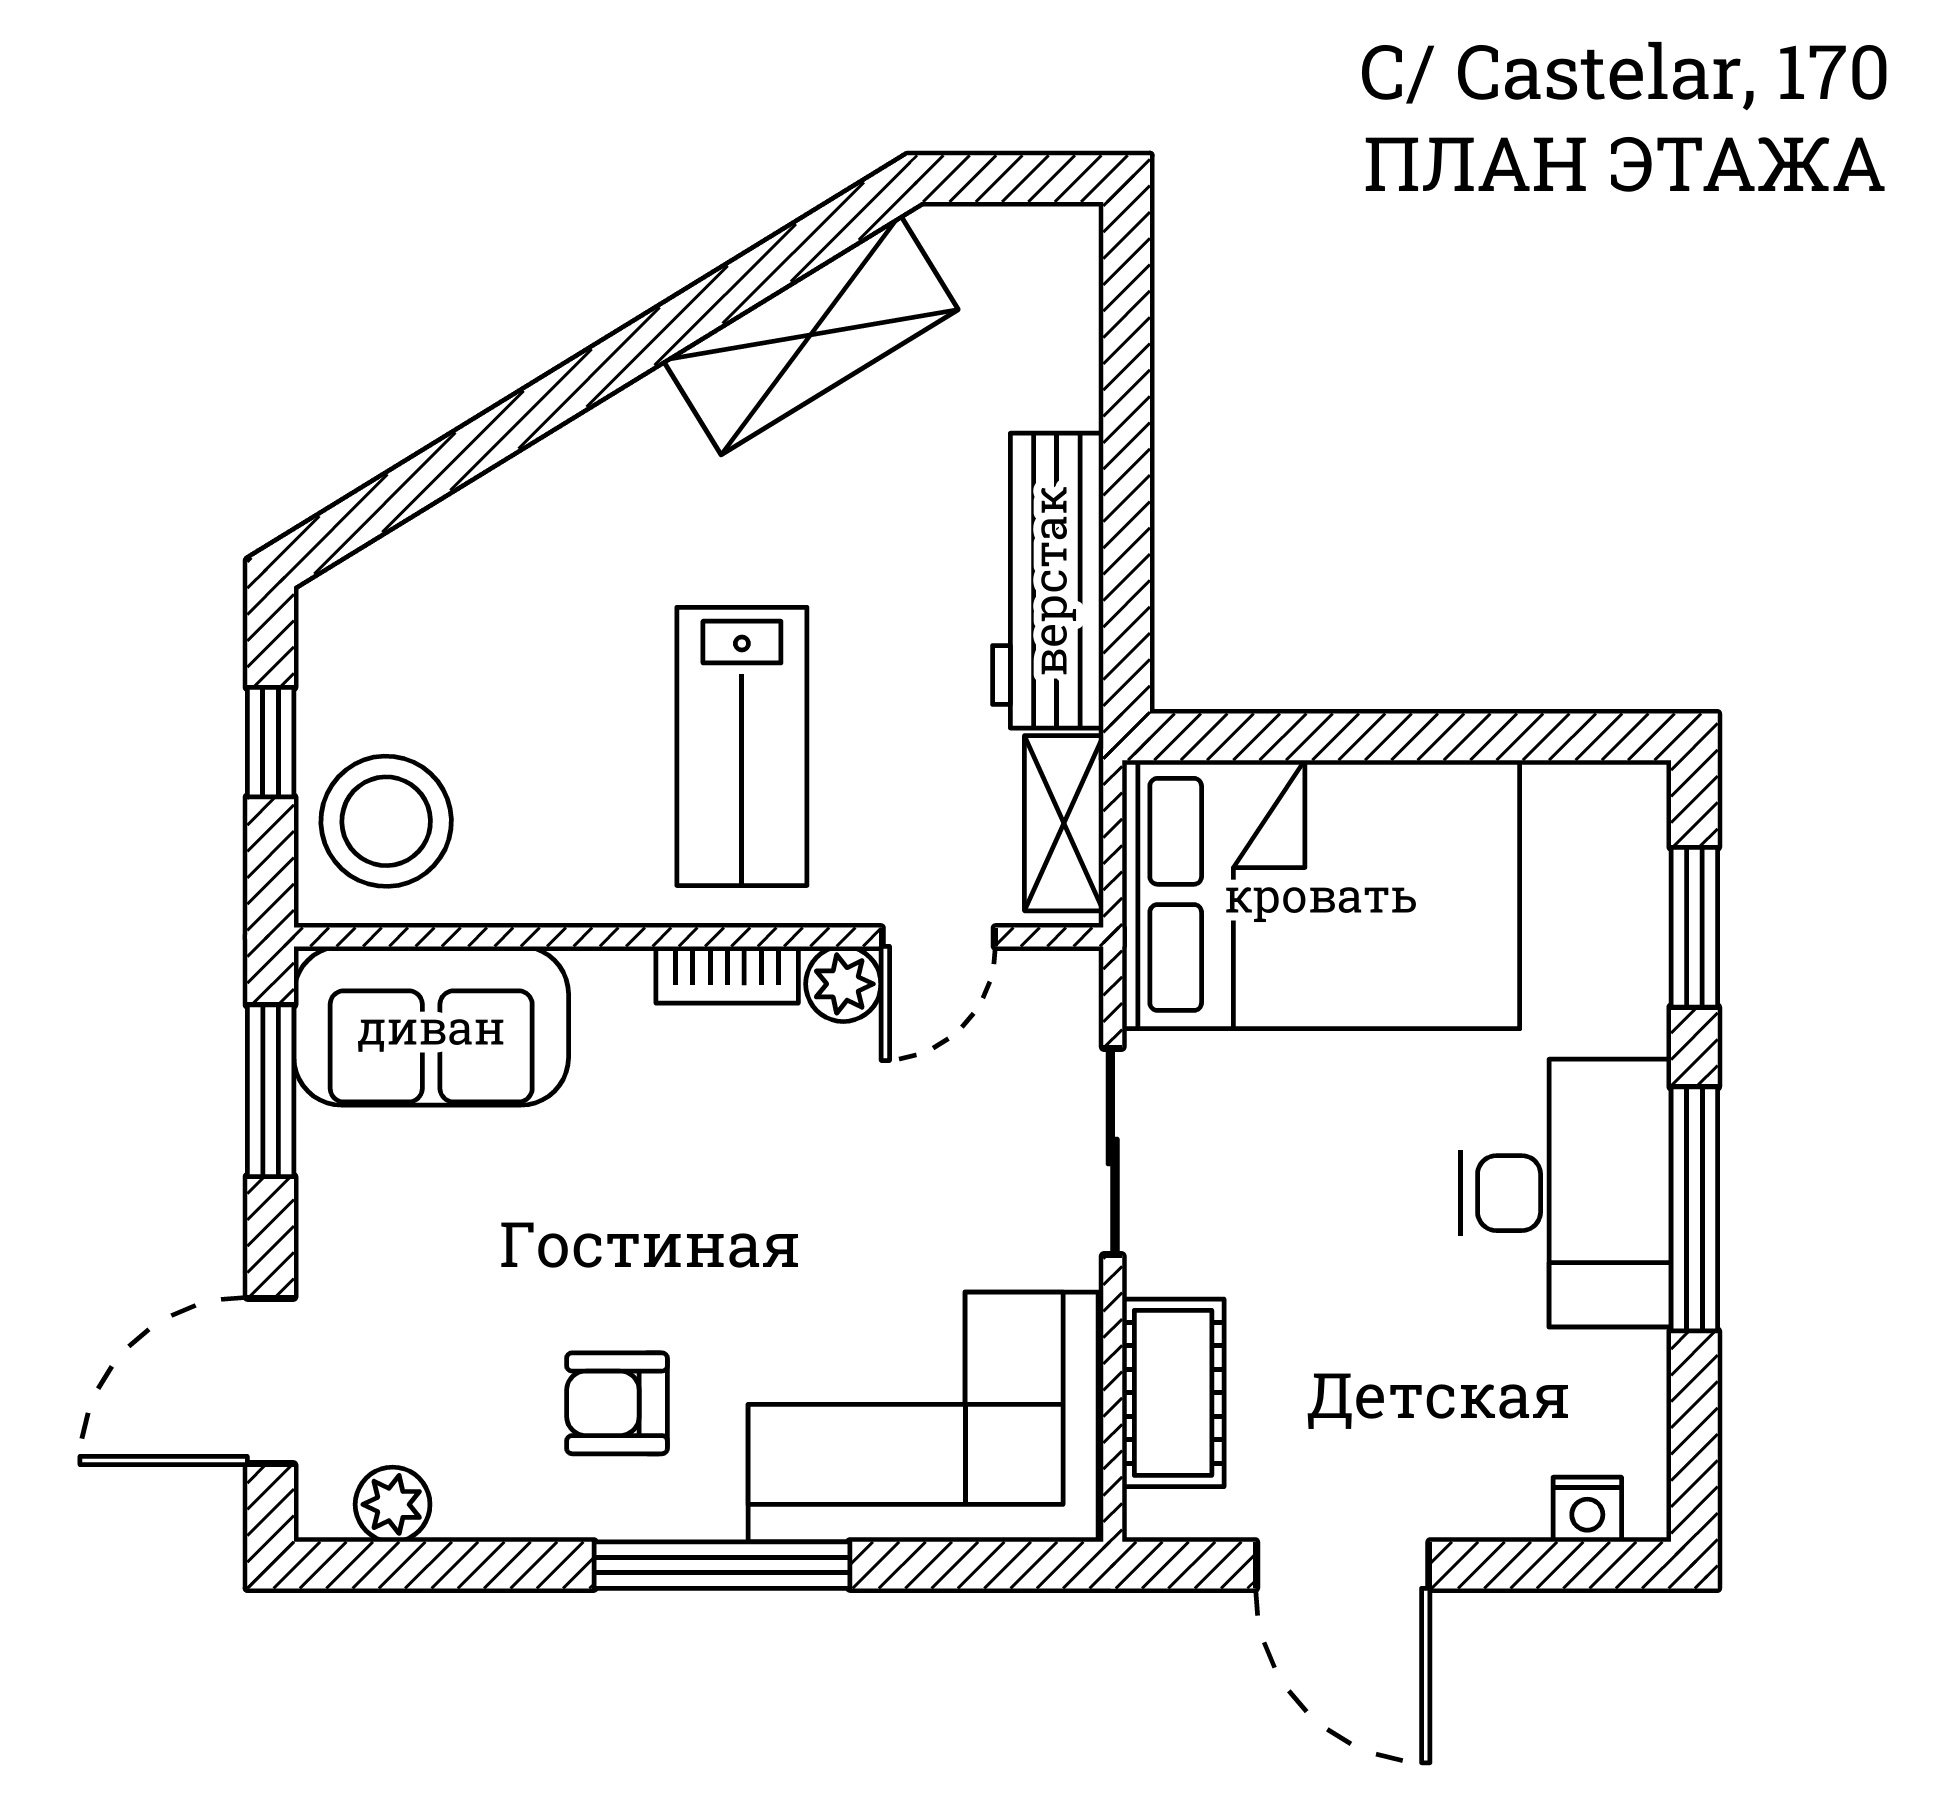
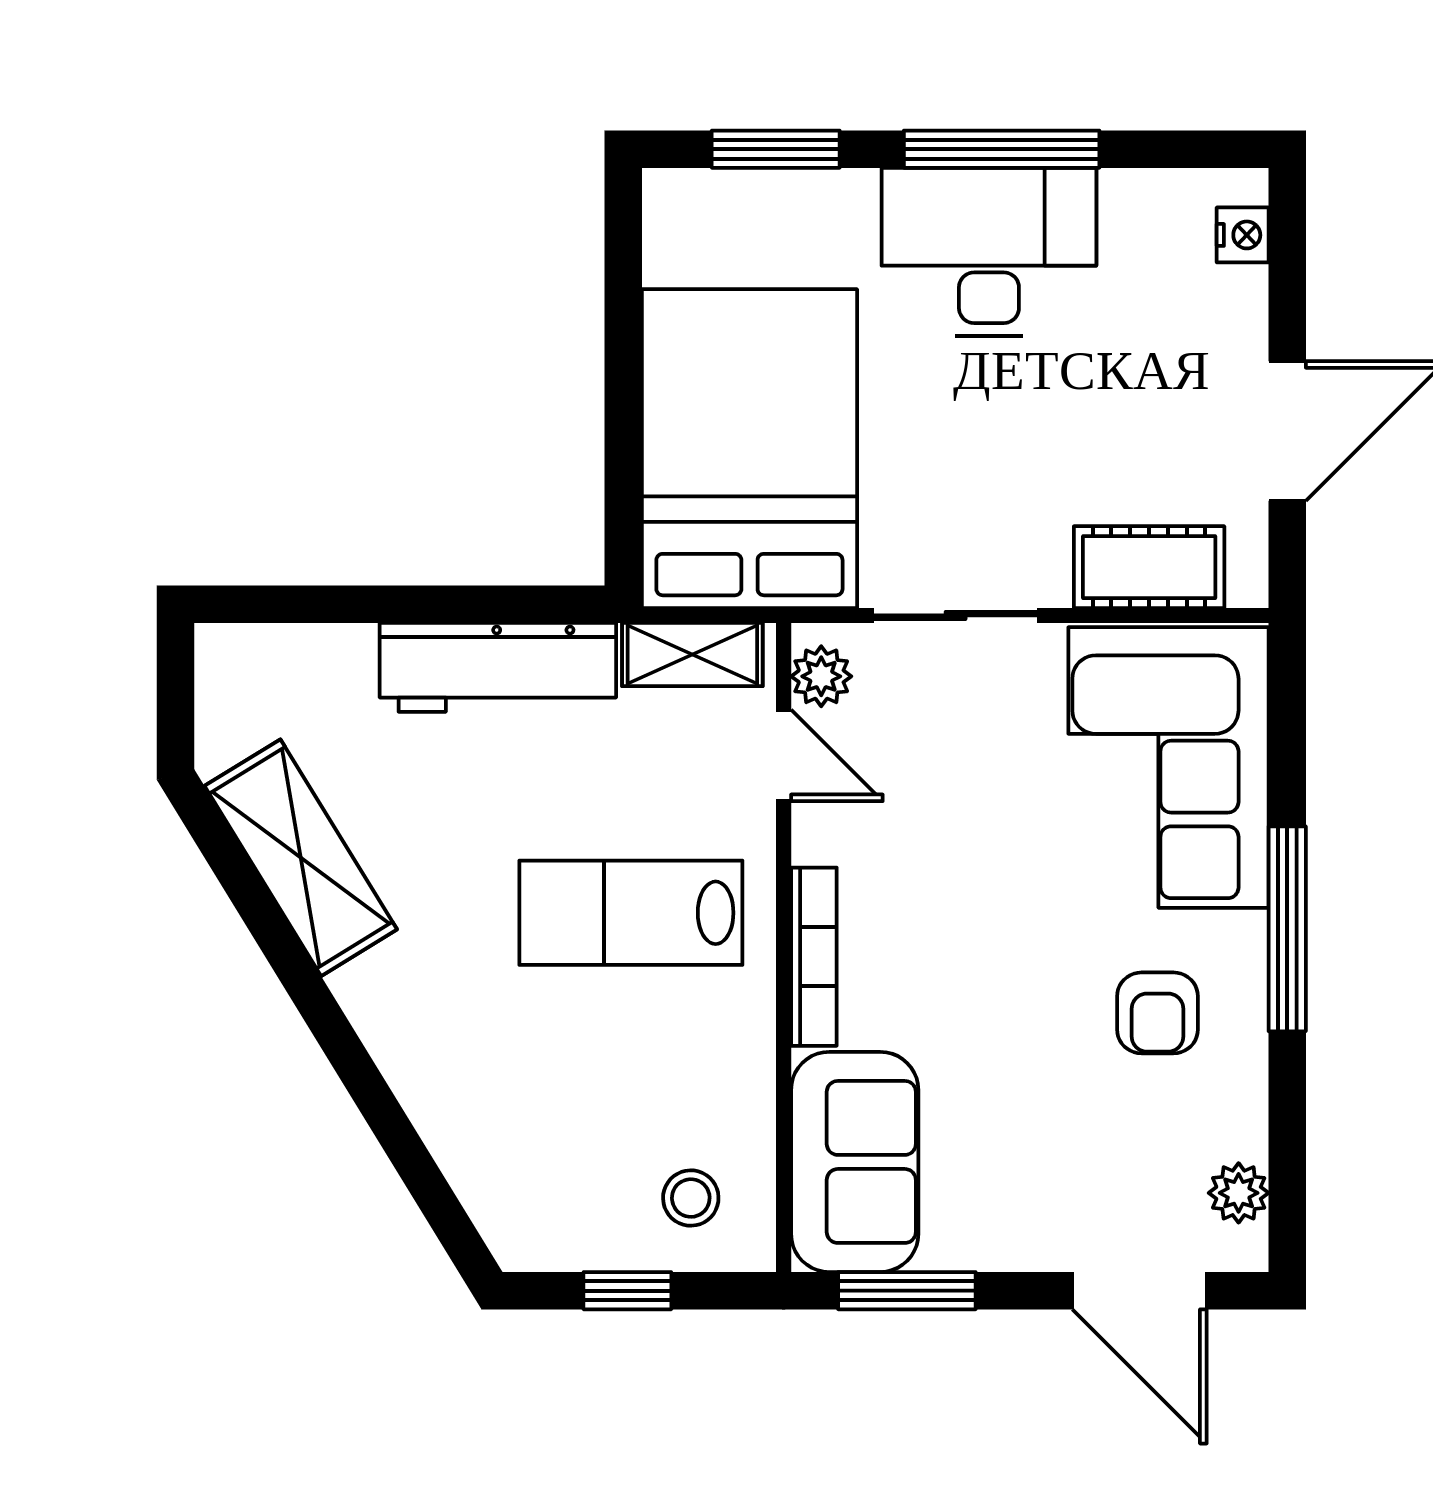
lab bench: (742, 746) -> (631, 913), turned 180
stool: (386, 821) -> (691, 1198), width x0.53, depth x0.53
bookcase: (727, 975) -> (814, 957), width x1.56
plant: (843, 984) -> (821, 676), moved

